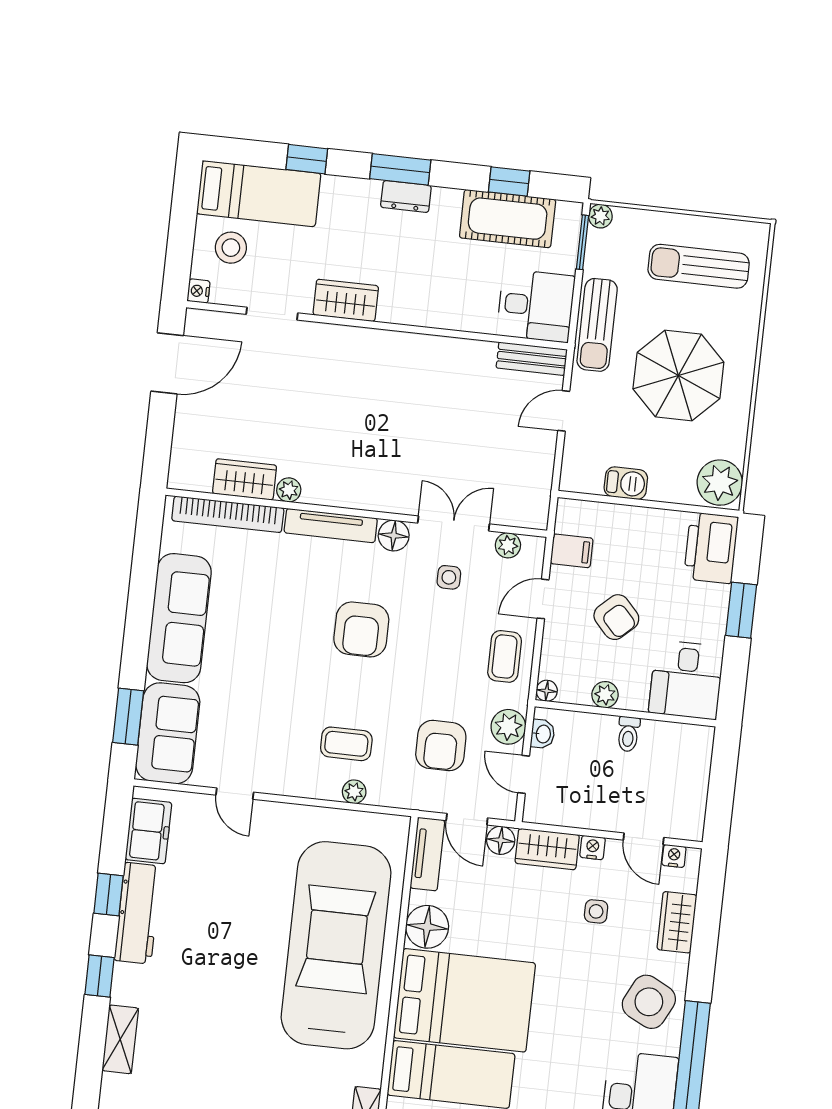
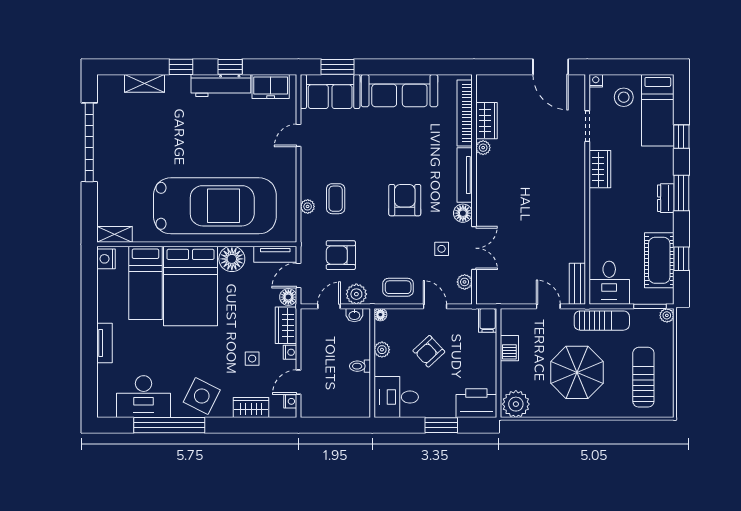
sun lounger: (597, 325) -> (602, 321), turned 180
filing cabinet: (572, 551) -> (488, 320), moved
armchair: (361, 629) -> (405, 200), turned 90

